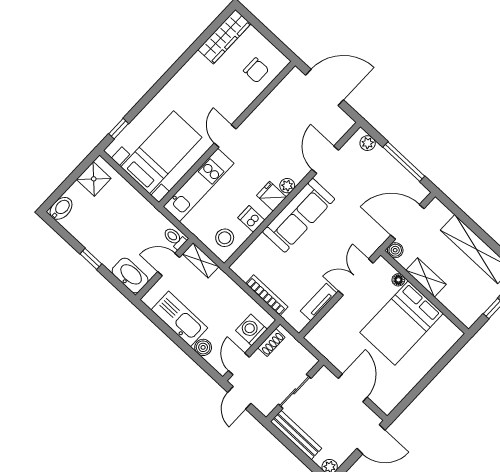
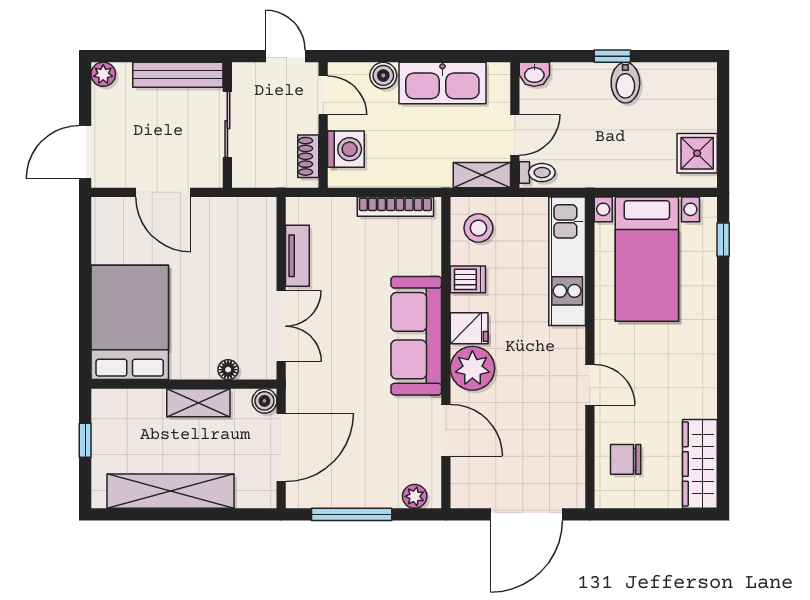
door: (225, 136) -> (590, 385), moved
plant: (287, 186) -> (472, 368), width x1.88, depth x1.88
bidet: (61, 208) -> (625, 83), moved
washbasin: (130, 276) -> (534, 74), width x0.52, depth x0.69
bookcase: (267, 295) -> (395, 207), moved
bed: (402, 323) -> (130, 322), moved

